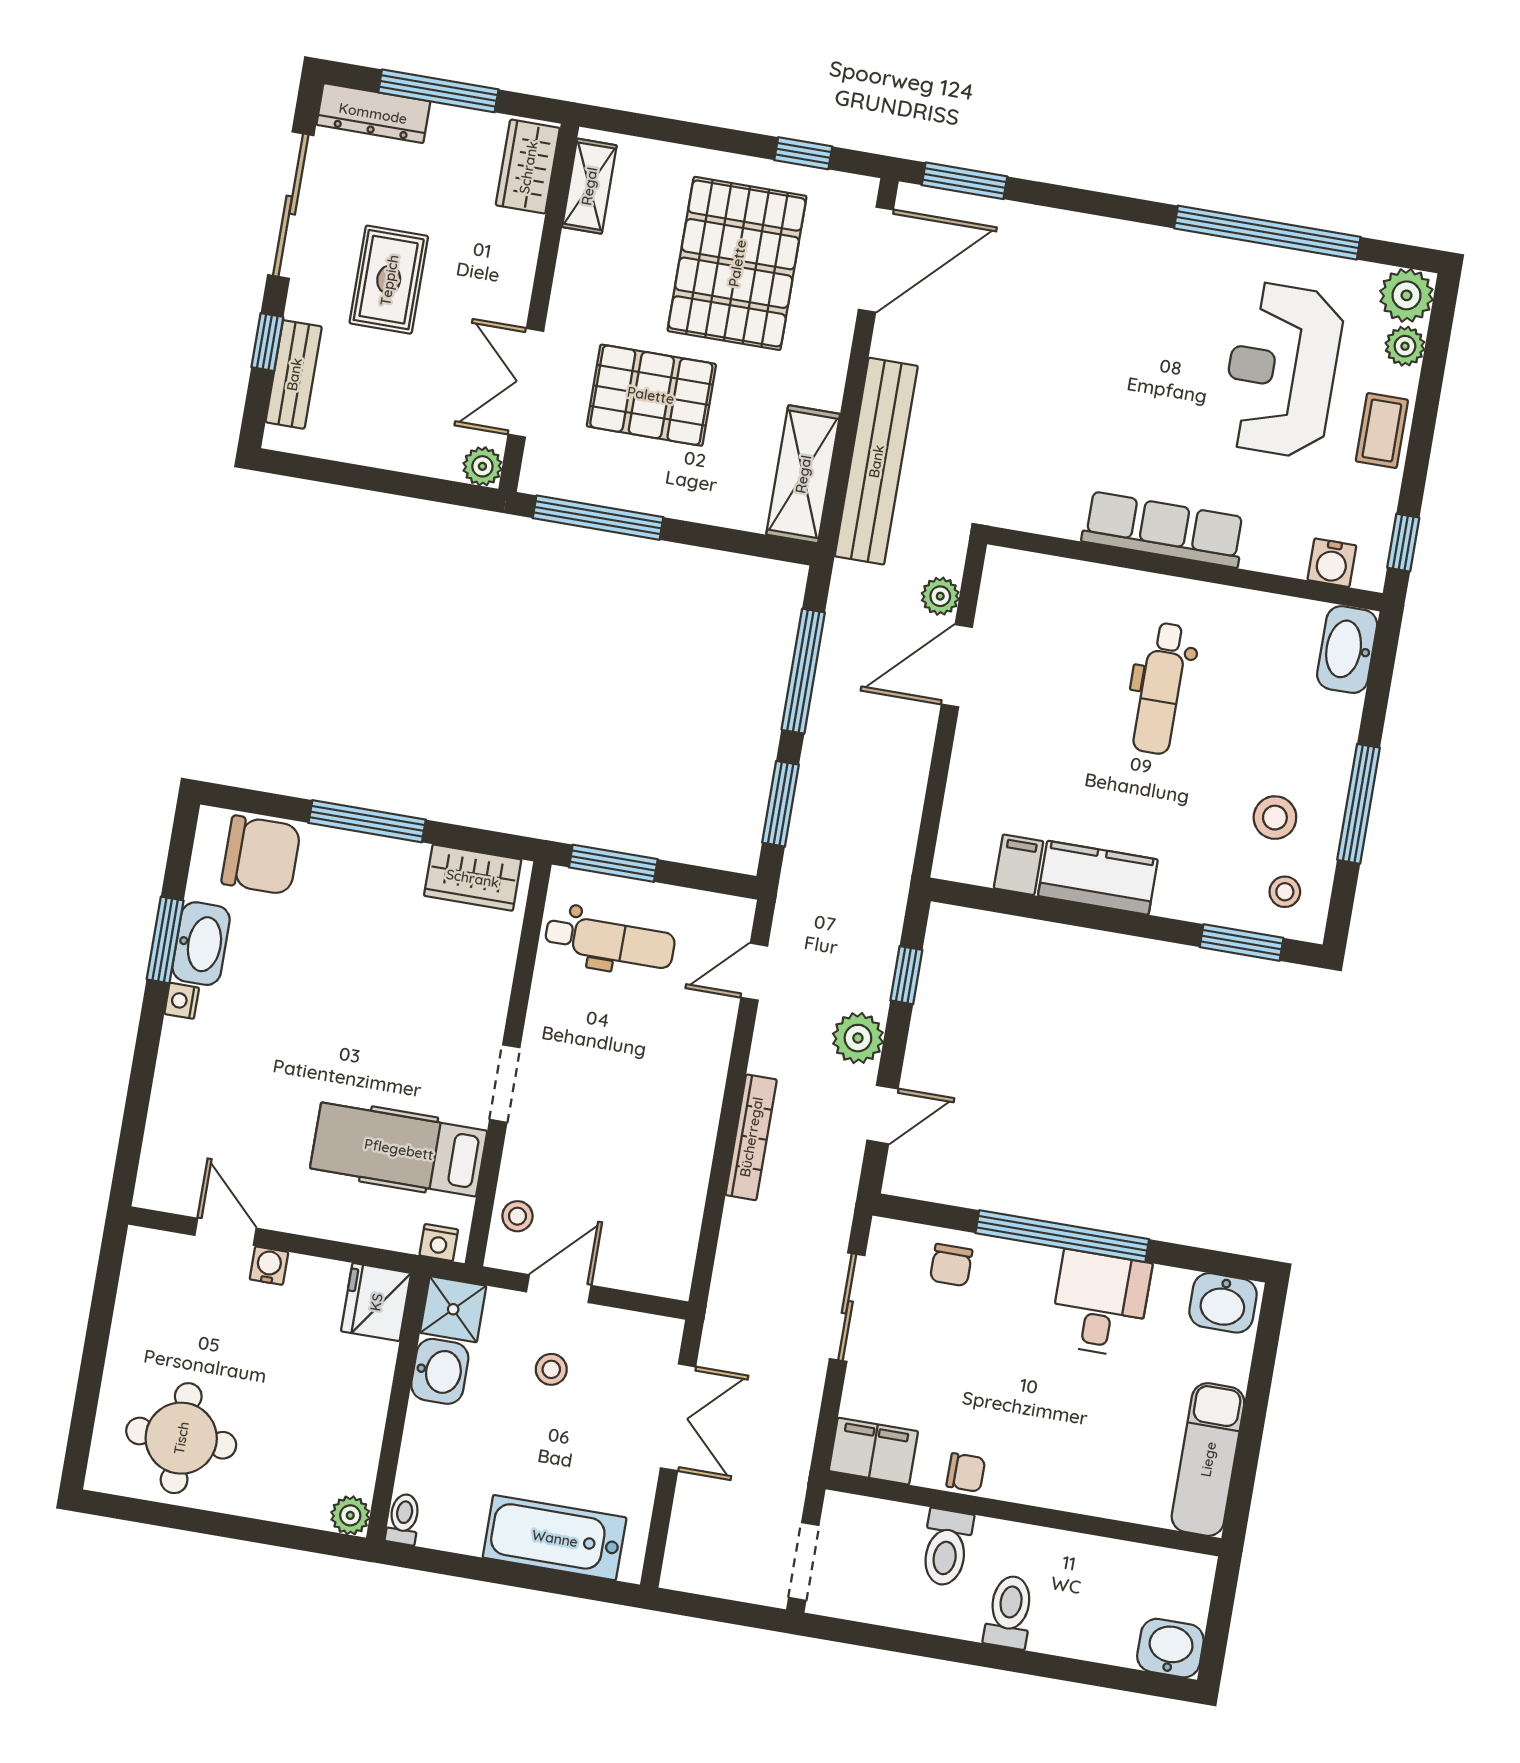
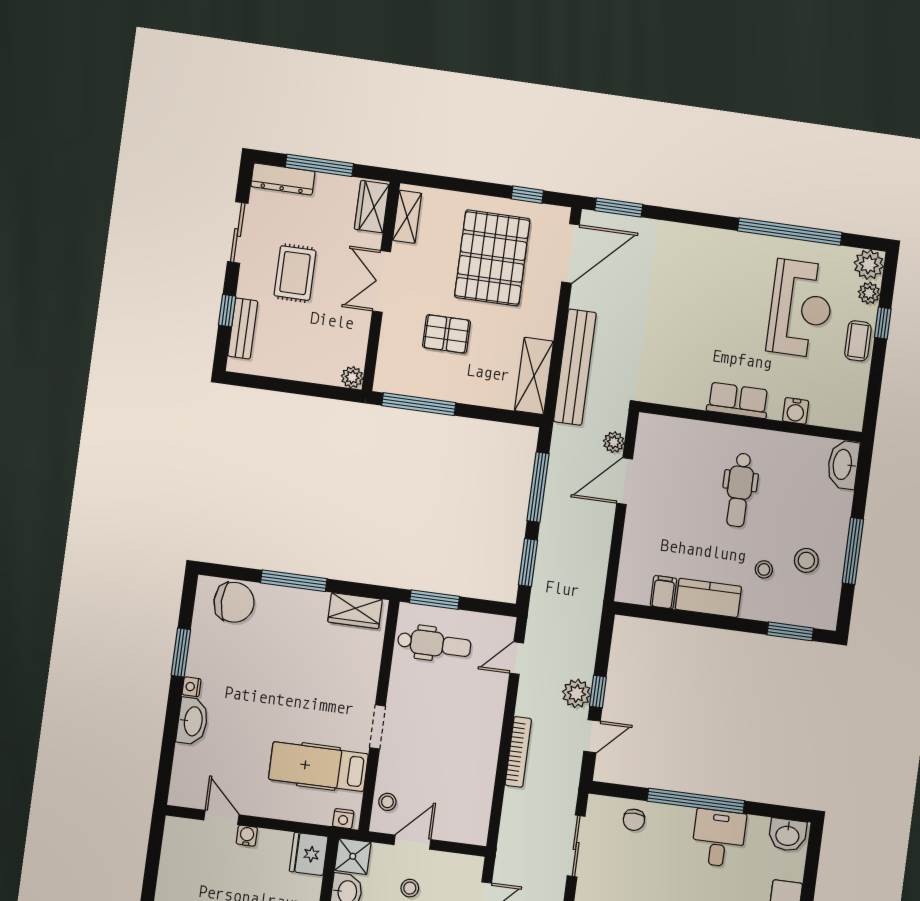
sliding door: (291, 205) -> (238, 232), width x0.73
reception desk: (1282, 370) -> (801, 309), turned 180
double door: (526, 383) -> (382, 281), moved
pallet: (651, 395) -> (446, 334), width x0.67, depth x0.71
row of seats: (1164, 529) -> (738, 400), width x0.68
window: (1403, 543) -> (883, 323), moved
water cooler: (1332, 563) -> (796, 411), moved
stool: (1285, 892) -> (764, 569), moved
washbasin: (201, 944) -> (192, 721), moved
window: (906, 975) -> (598, 692), moved

